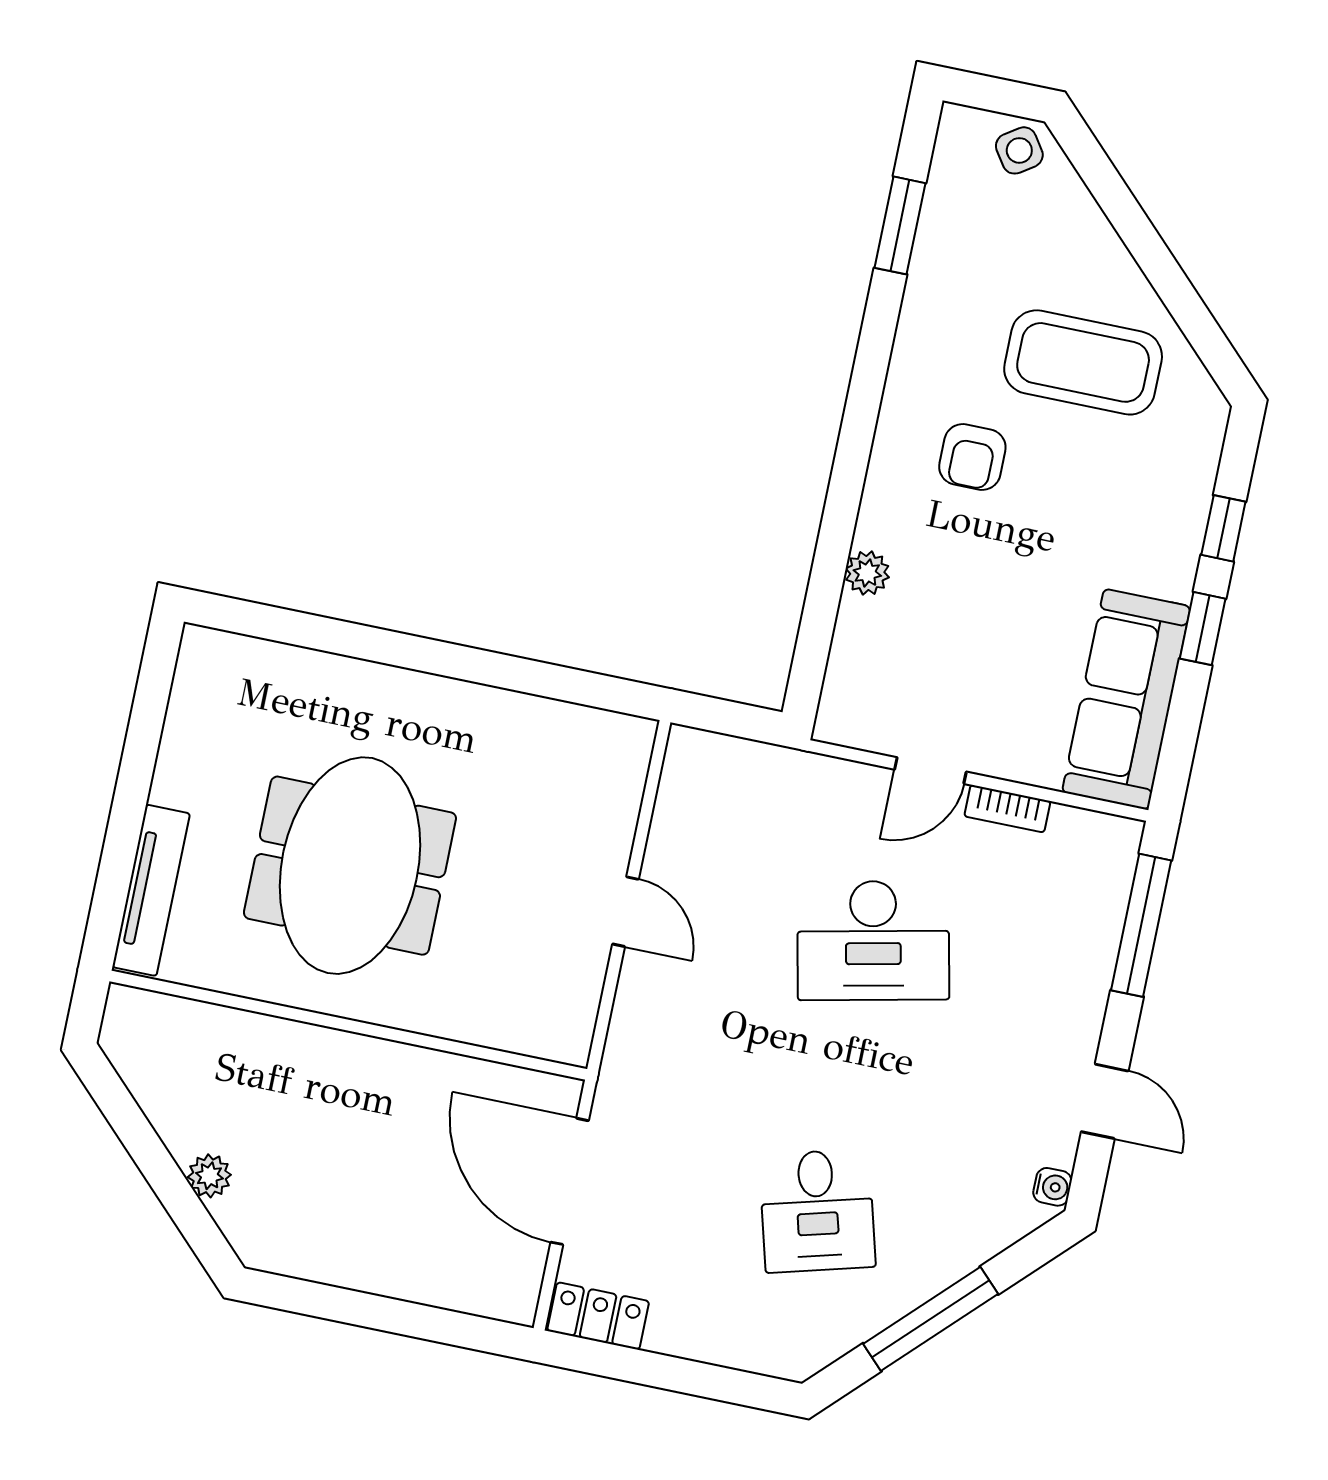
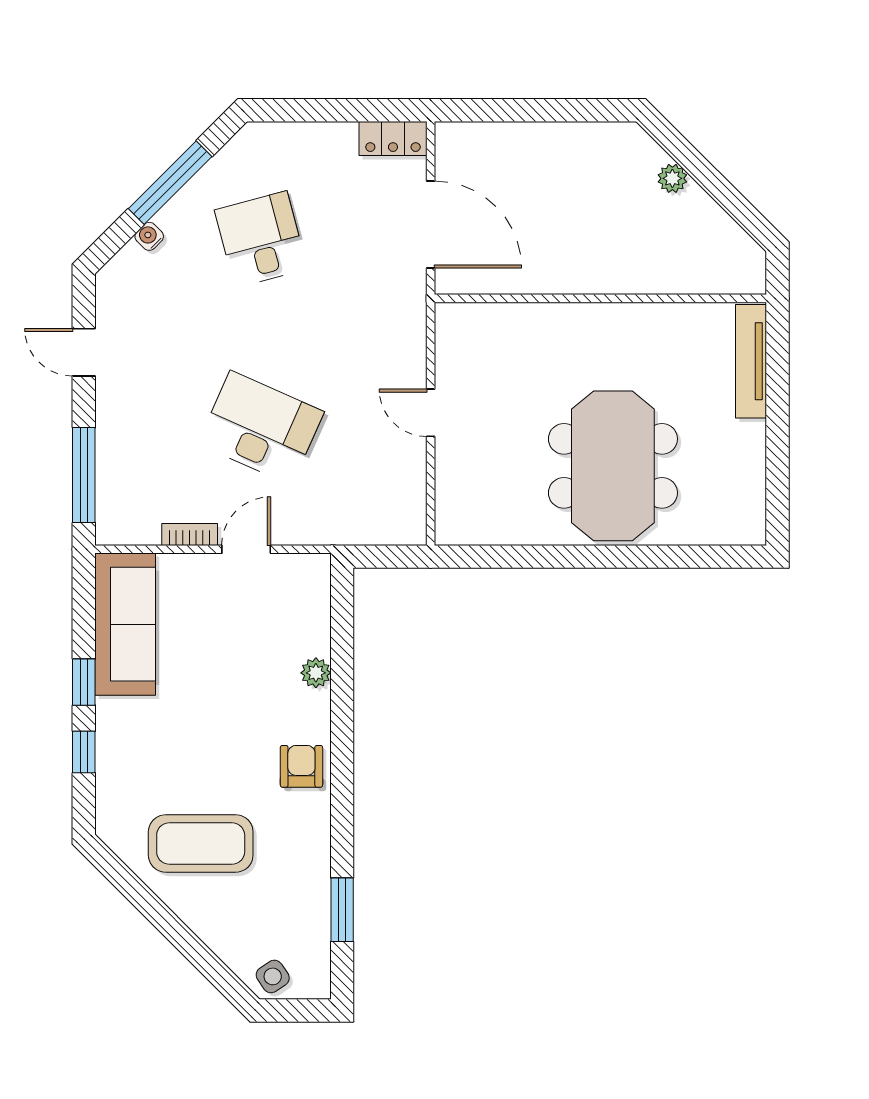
armchair: (972, 457) -> (301, 766), moved
meeting table: (350, 866) -> (613, 466), moved
desk: (873, 941) -> (261, 428), turned 36
water cooler: (1052, 1187) -> (149, 236), moved, turned 45

